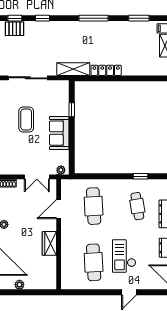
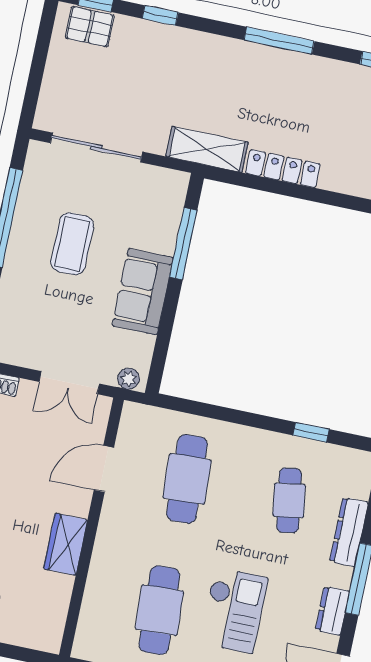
window: (72, 110) -> (183, 244), width x2.17
checkout: (124, 256) -> (234, 610), turned 180

